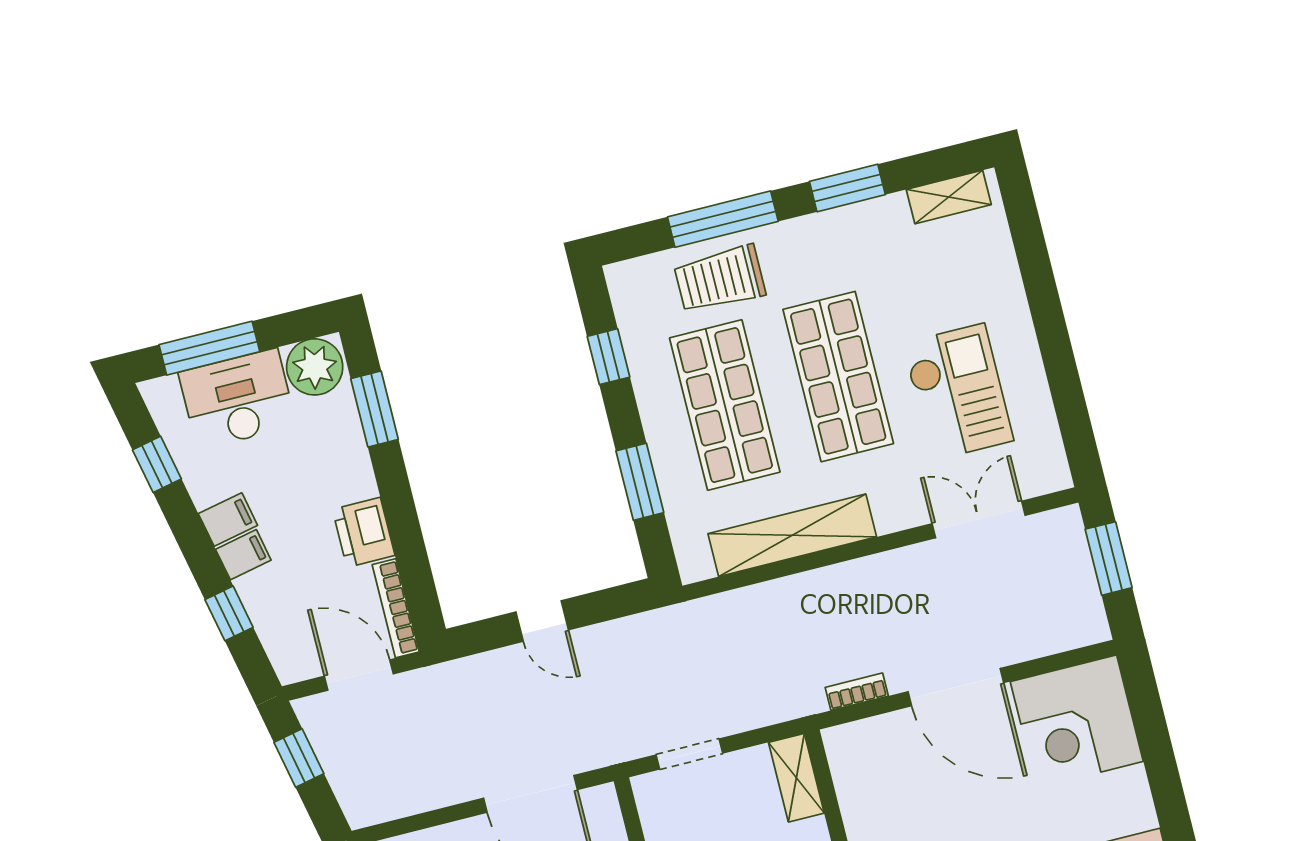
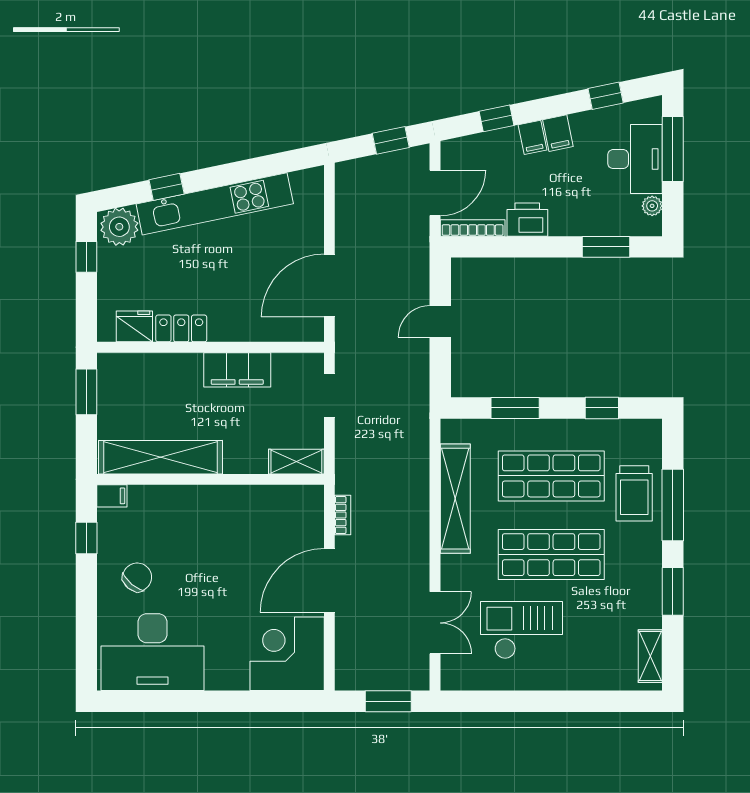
trolley: (720, 279) -> (634, 493), turned 180
plant: (315, 367) -> (652, 206), width x0.53, depth x0.53
checkout: (958, 392) -> (521, 630), turned 180

